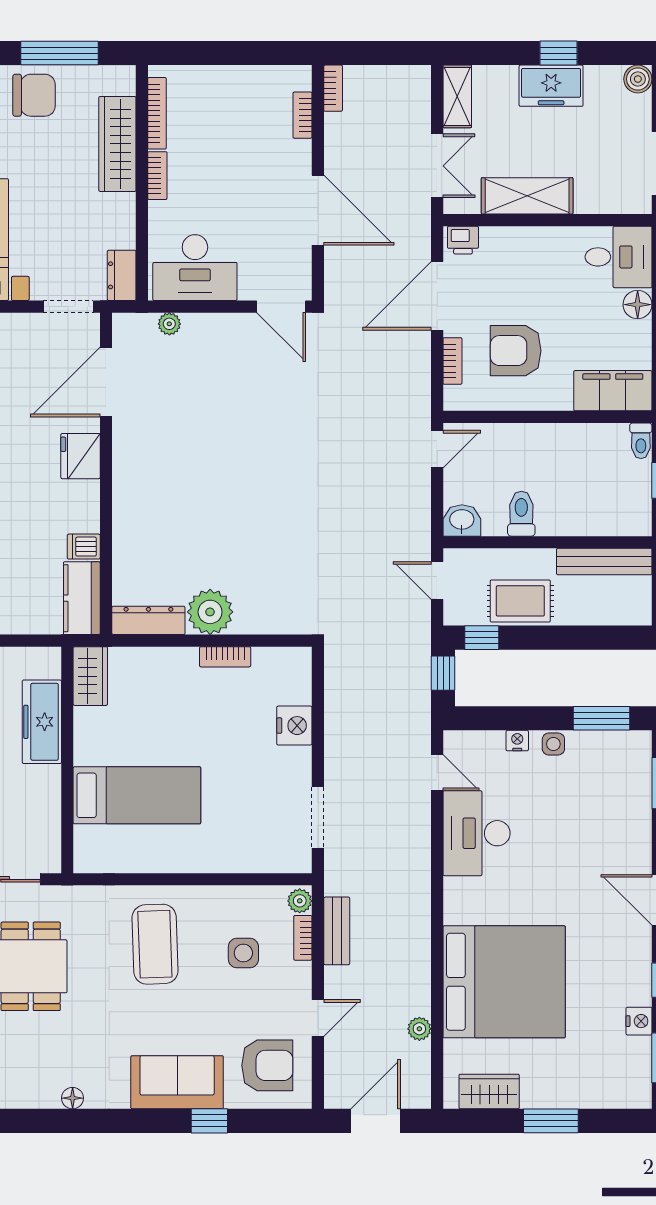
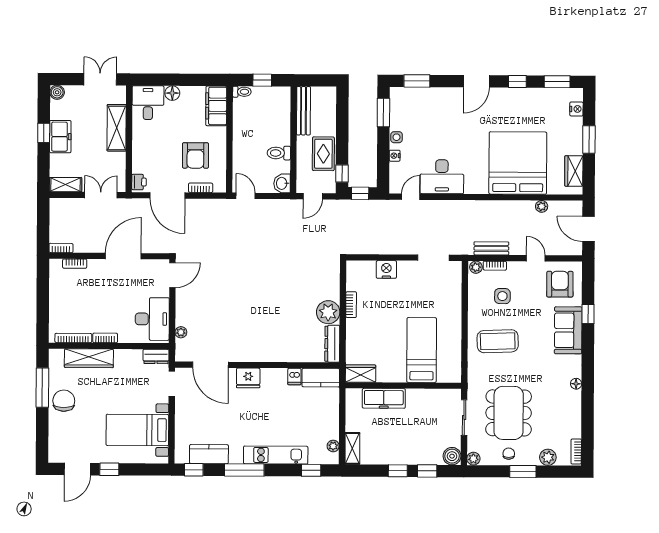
shelving: (527, 196) -> (117, 128), moved
nightstand: (639, 1021) -> (576, 109), moved, turned 90

